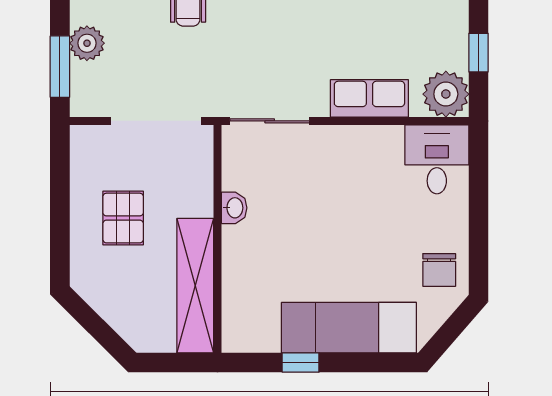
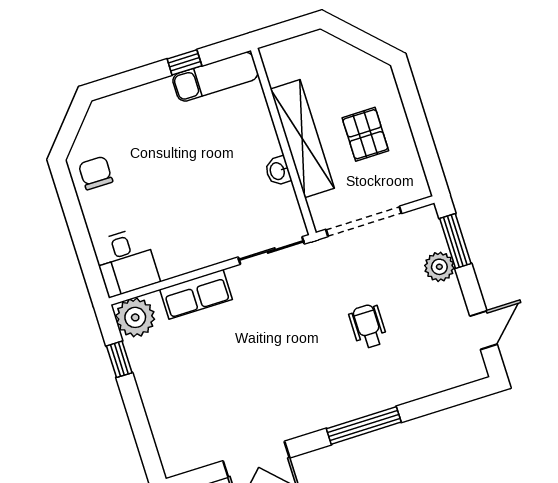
shelving: (195, 286) -> (302, 139), moved
exam couch: (349, 328) -> (215, 77), moved, width x0.73, depth x0.69

